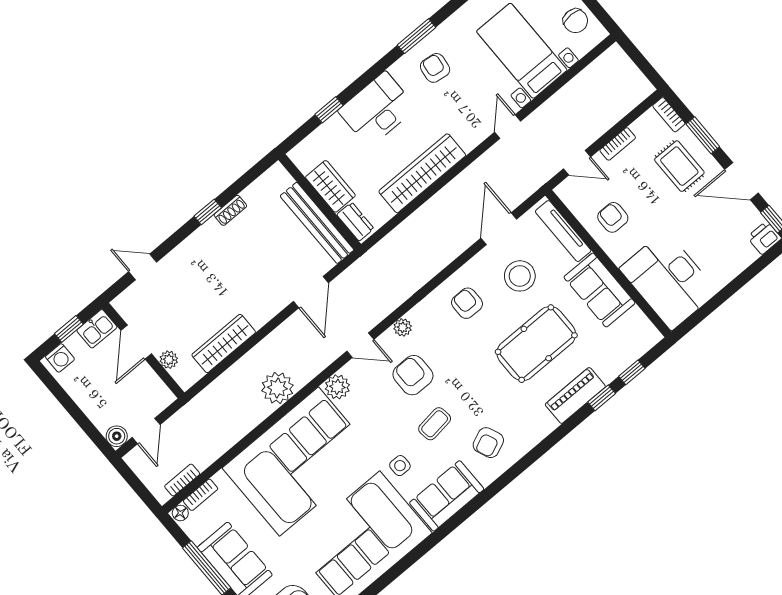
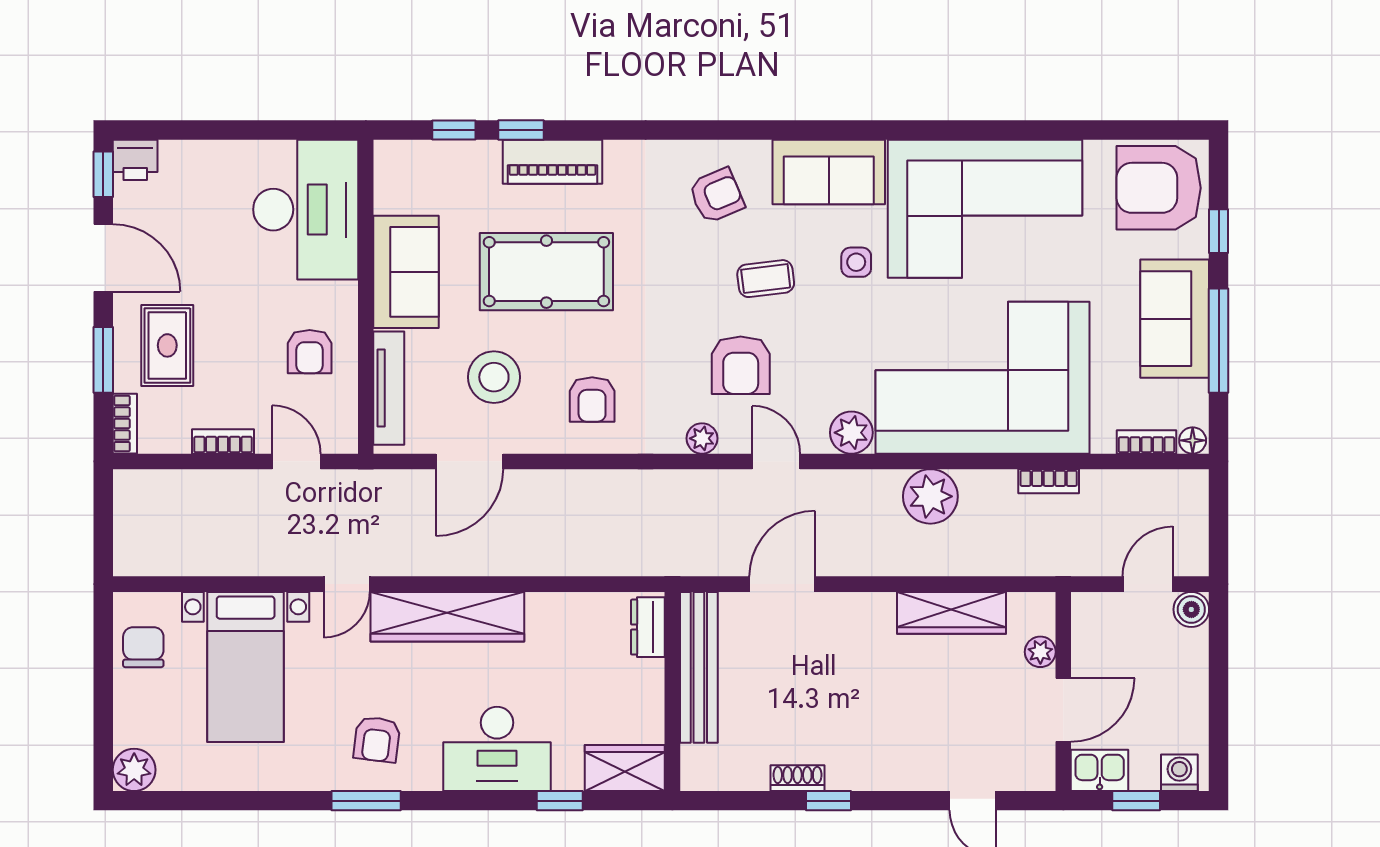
wardrobe: (422, 173) -> (447, 617), moved
wardrobe: (330, 186) -> (625, 768), moved, turned 90
bookcase: (182, 480) -> (1049, 481), moved

